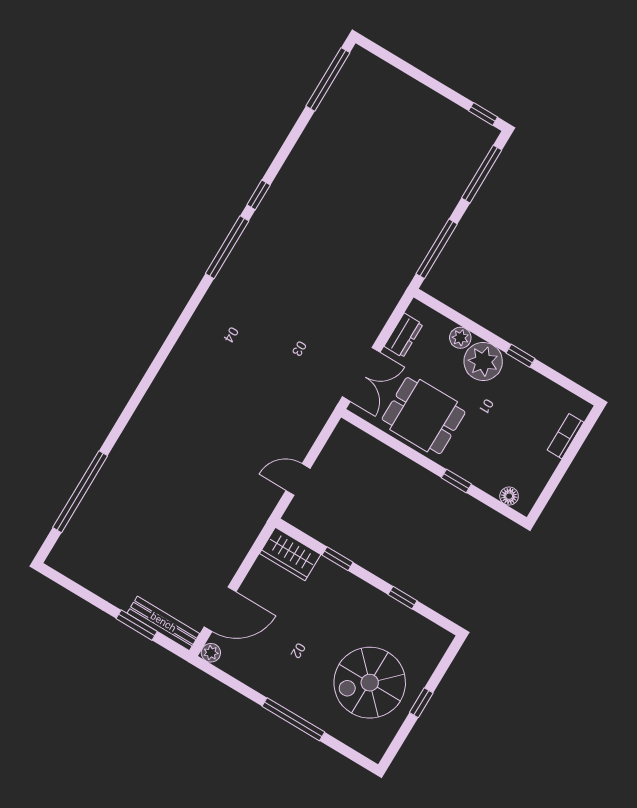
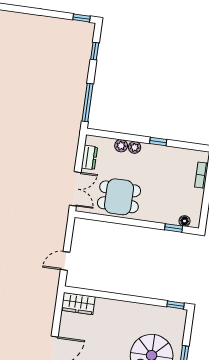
window: (482, 174) -> (95, 51), width x0.46
plant: (483, 361) -> (135, 147), width x0.53, depth x0.53
window: (456, 481) -> (174, 228), moved
window: (338, 559) -> (105, 295), removed
window: (402, 598) -> (176, 305), moved

